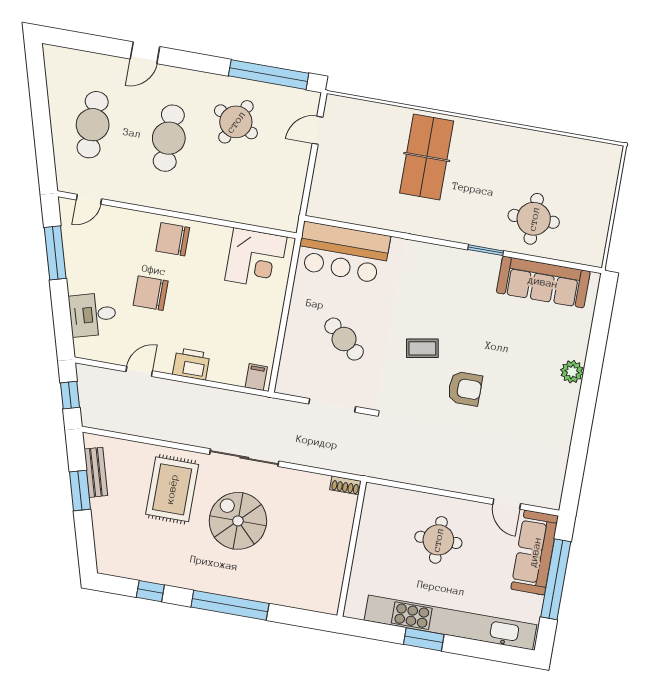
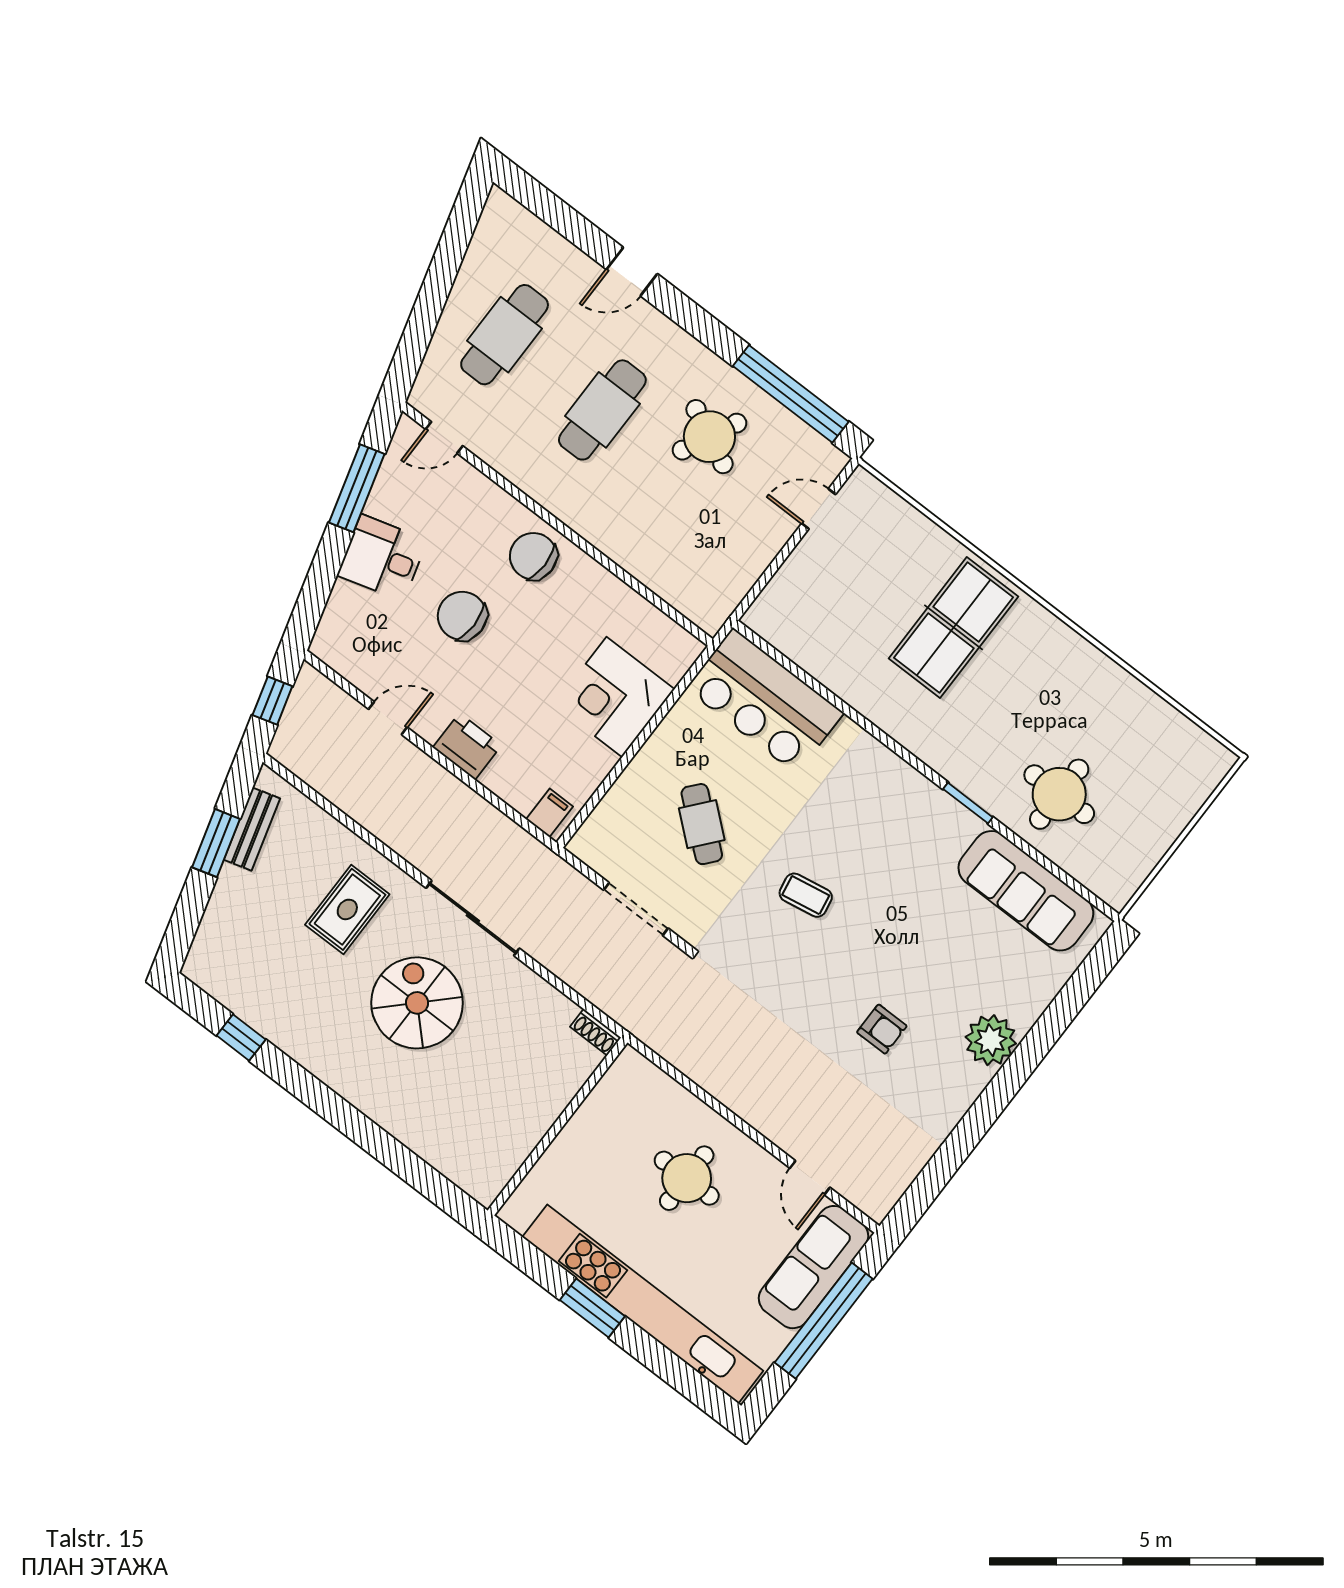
corner desk: (256, 259) -> (614, 697), moved, turned 90
desk: (93, 315) -> (382, 558), moved
plant: (572, 372) -> (991, 1040), width x1.36, depth x1.36
armchair: (465, 389) -> (882, 1029), moved, width x0.72, depth x0.72
rug: (172, 489) -> (347, 909), width x0.73, depth x0.70
window: (230, 605) -> (343, 1116), removed

